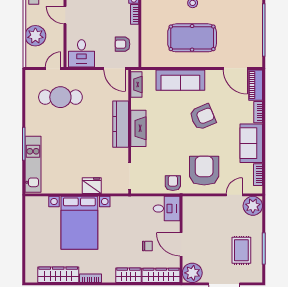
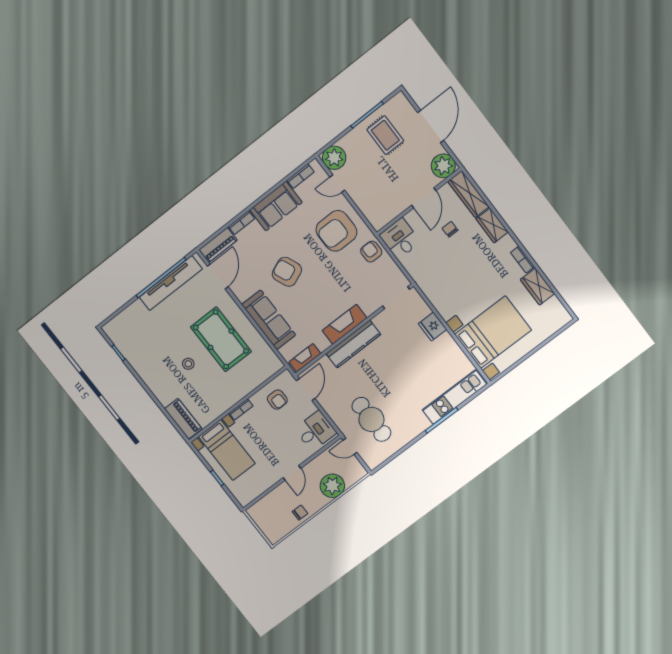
tv unit: (255, 34) -> (171, 283), added
armchair: (173, 183) -> (371, 252), turned 90
bed with nightstands: (79, 223) -> (493, 332), moved
rug: (241, 250) -> (385, 135), turned 90
wardrobe: (58, 275) -> (538, 287), width x0.67

